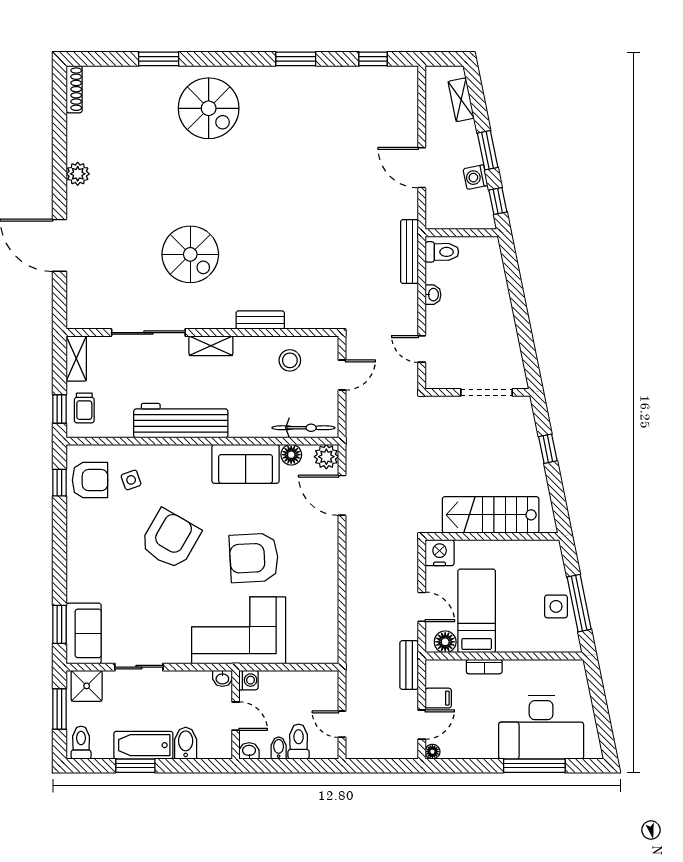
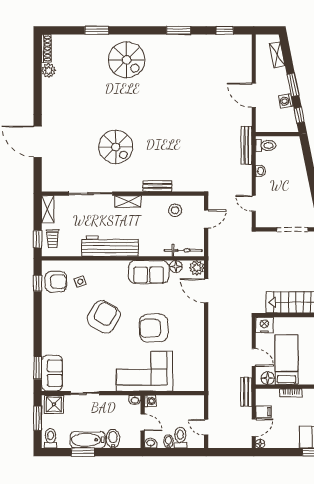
plant: (78, 174) -> (49, 71), moved

